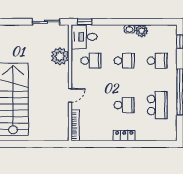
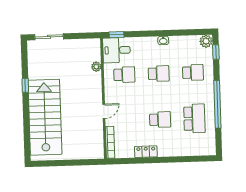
sliding door: (46, 22) -> (49, 37), moved
plant: (142, 31) -> (206, 41), moved
plant: (60, 56) -> (96, 67), width x0.53, depth x0.53
locker: (124, 136) -> (146, 152), moved

